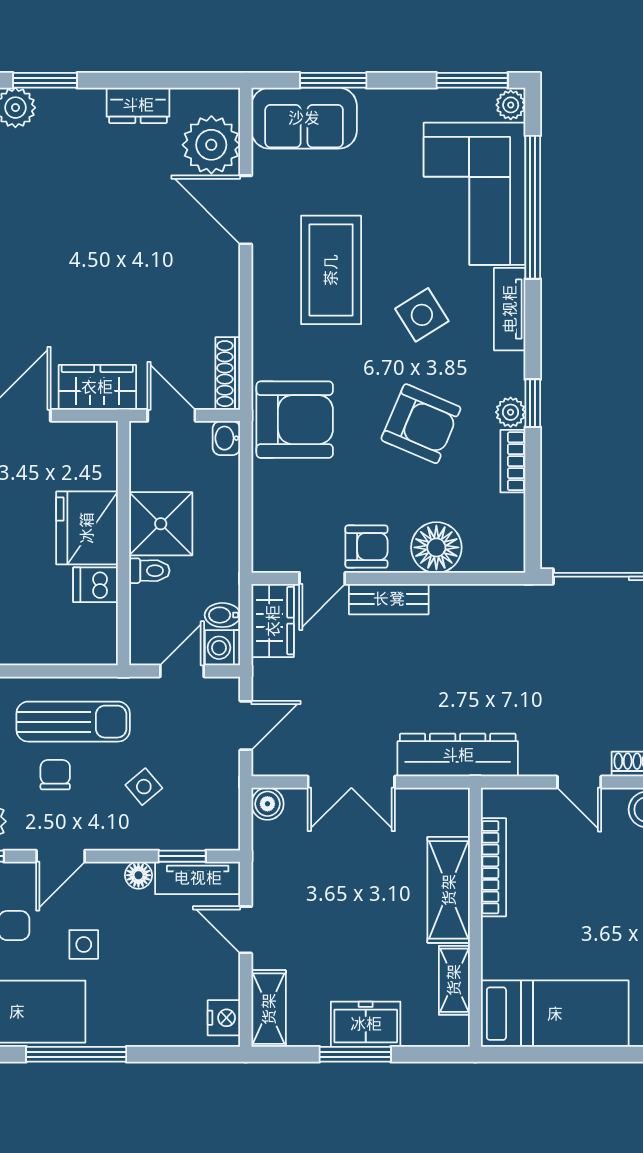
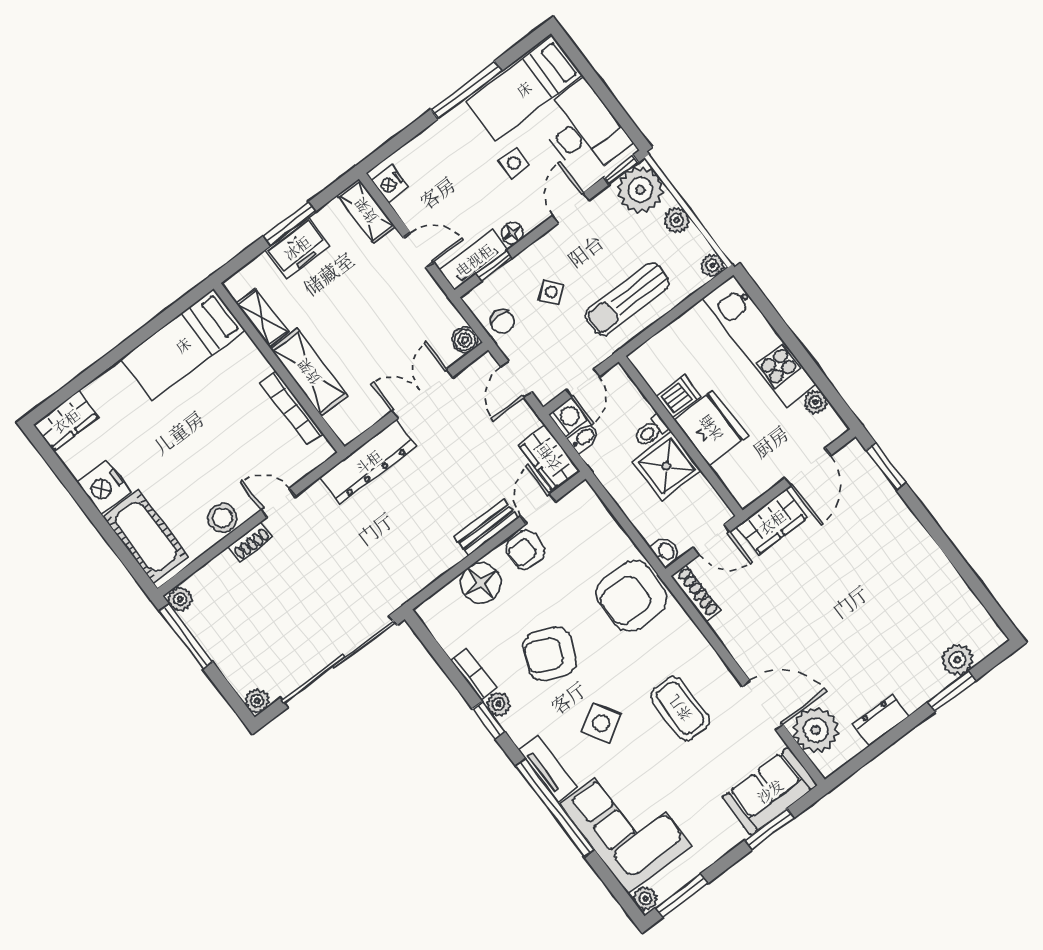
window: (533, 207) -> (555, 808), moved
coffee table: (331, 270) -> (680, 708), width x0.73, depth x0.76
chair: (55, 775) -> (502, 322), moved

